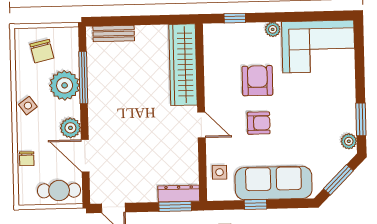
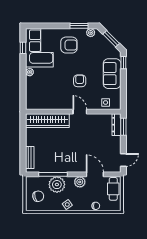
window: (235, 18) -> (23, 48), moved
armchair: (257, 81) -> (69, 45), moved, turned 180
door: (201, 125) -> (80, 112), hinge flipped
door: (85, 156) -> (95, 174), swing flipped
sofa: (274, 183) -> (112, 74), width x0.73
window: (256, 204) -> (123, 63), moved

